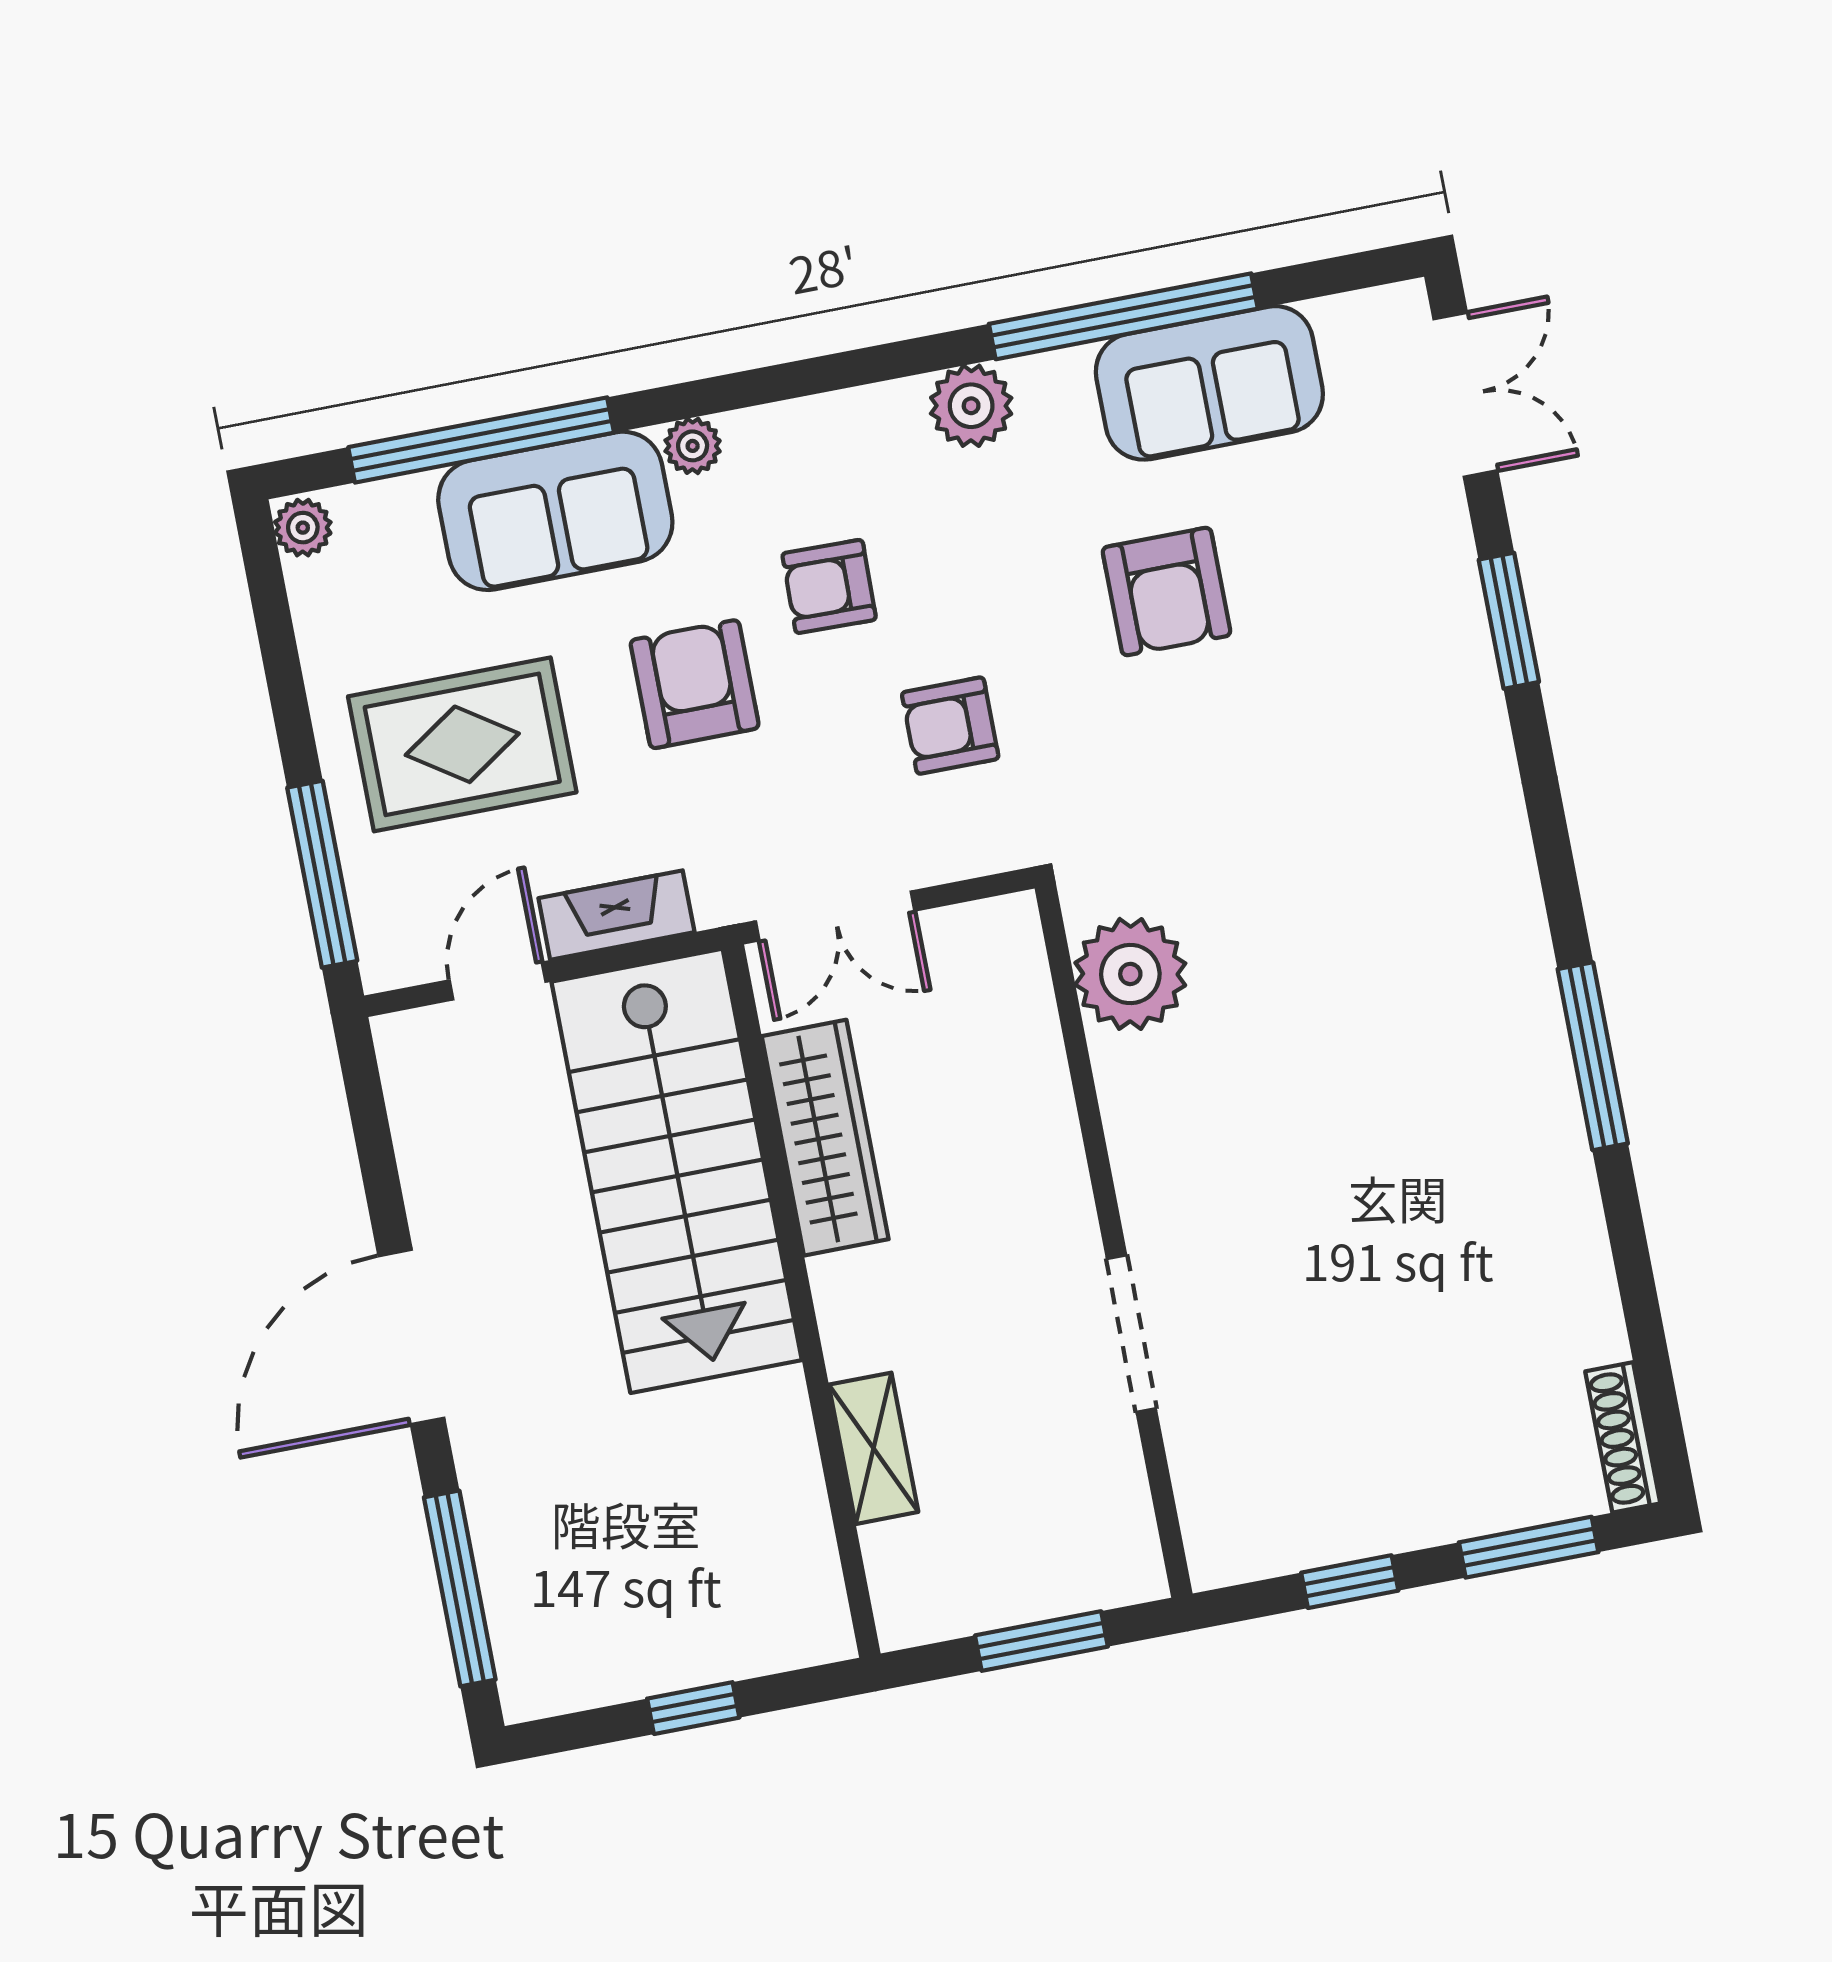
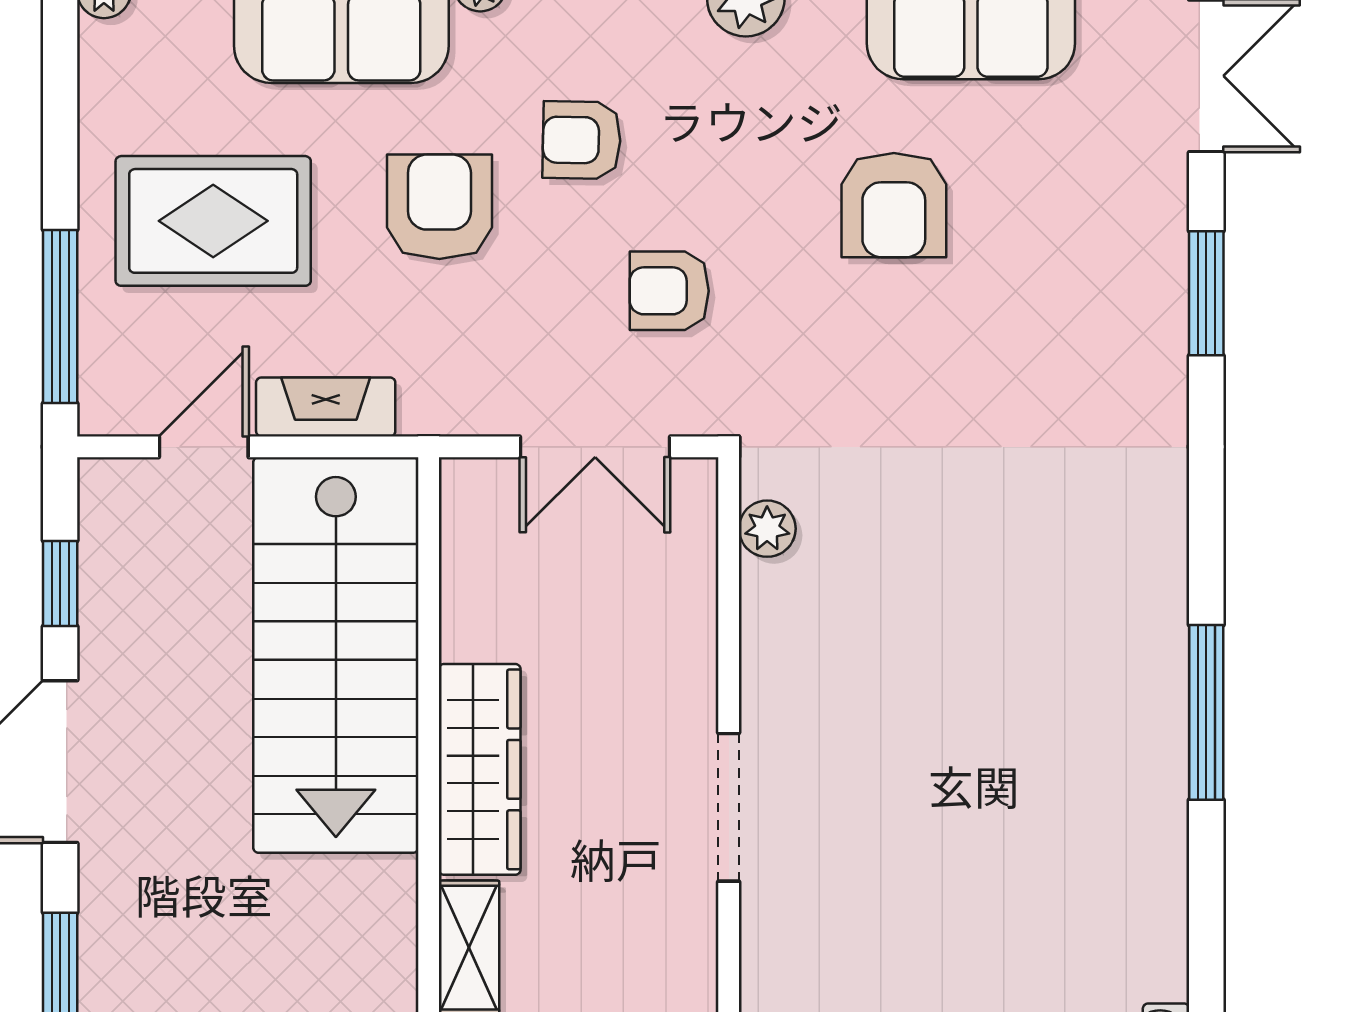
double door: (835, 916) -> (595, 447), moved
plant: (1130, 974) -> (767, 529), width x0.53, depth x0.53
wardrobe: (825, 1138) -> (480, 769), moved
window: (376, 1152) -> (60, 584), added
doorway: (1131, 1334) -> (729, 807), moved

